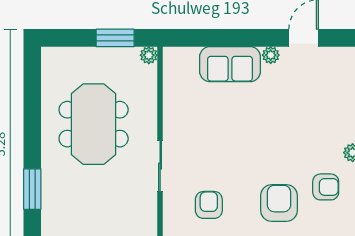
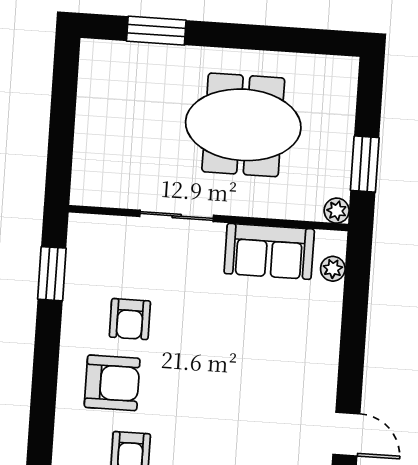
plant: (271, 55) -> (333, 269), moved
sofa: (230, 64) -> (269, 251), moved, turned -90
armchair: (209, 205) -> (130, 319), moved, turned 90

